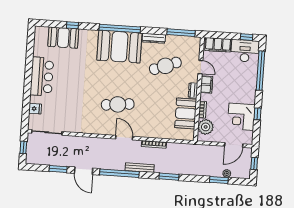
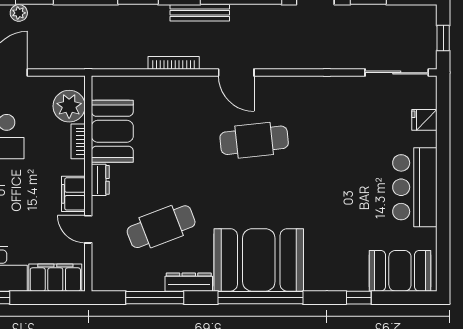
window: (181, 33) -> (155, 298), moved
booth: (63, 38) -> (400, 271), moved

